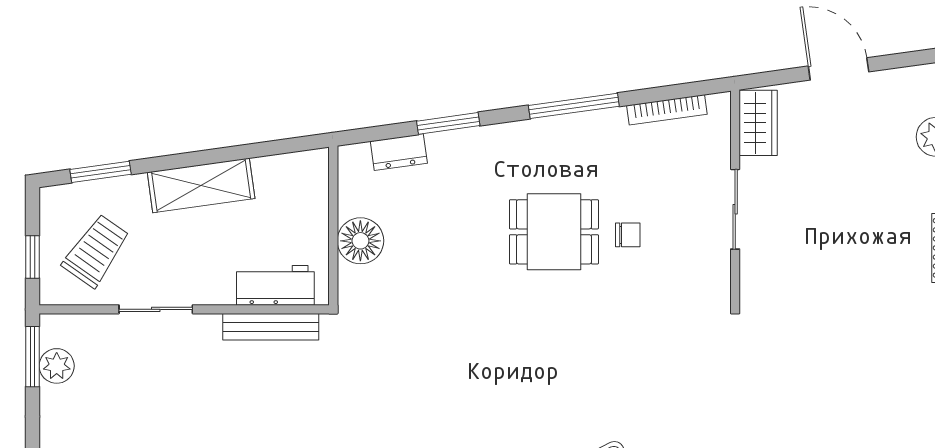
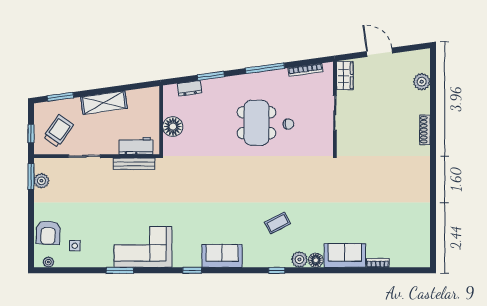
dining table: (554, 232) -> (256, 123), width x1.38

